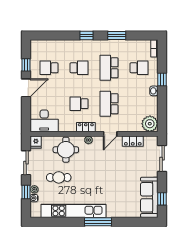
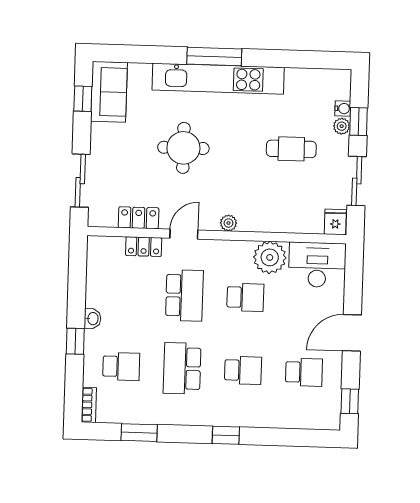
window: (117, 36) -> (139, 433), moved
window: (26, 65) -> (350, 401), moved
school desk: (79, 68) -> (243, 370), turned 180
school desk: (109, 68) -> (182, 368), turned 180
school desk: (139, 68) -> (121, 366), turned 180
plant: (150, 124) -> (270, 257), moved
locker: (86, 127) -> (144, 247), moved
round table: (66, 150) -> (183, 148), moved
sofa: (149, 197) -> (109, 92), width x0.73
kitchen unit: (73, 211) -> (218, 79), moved

